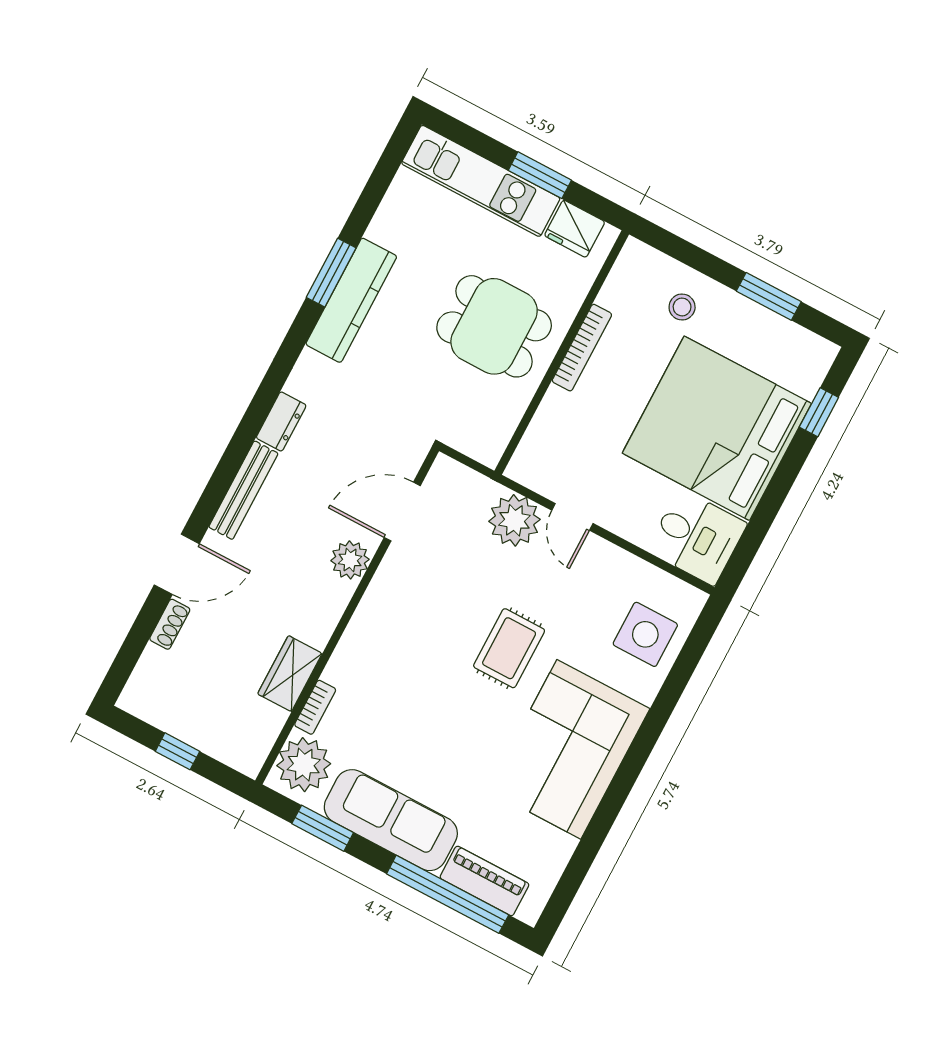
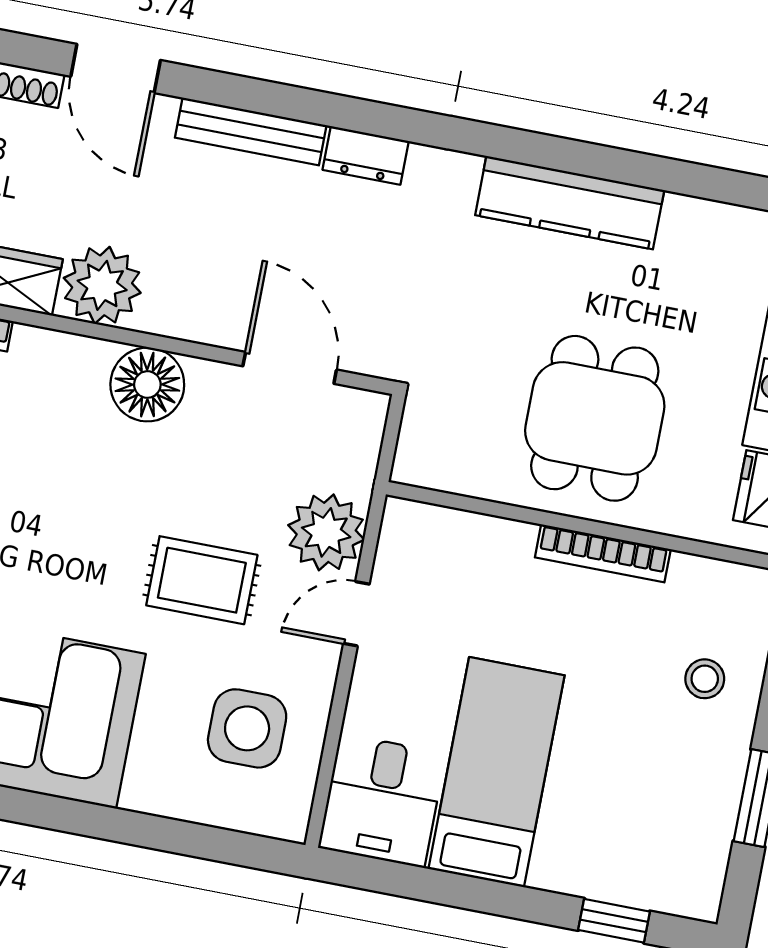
window: (331, 273) -> (600, 162), removed
bed: (717, 428) -> (497, 772), width x0.49
plant: (350, 560) -> (102, 285), moved, width x1.36, depth x1.36
floor lamp: (385, 606) -> (147, 385), added
side table: (645, 634) -> (247, 728), moved
rug: (509, 648) -> (202, 580), moved

